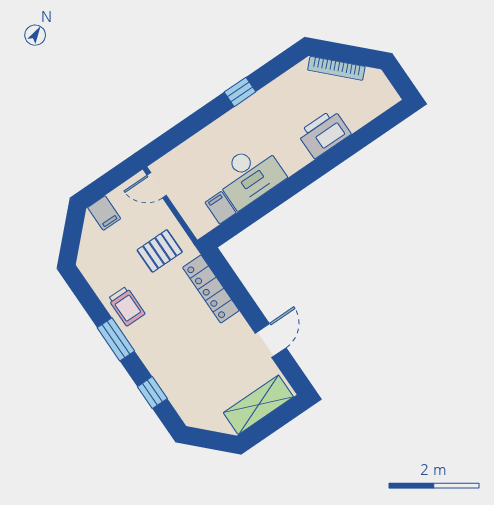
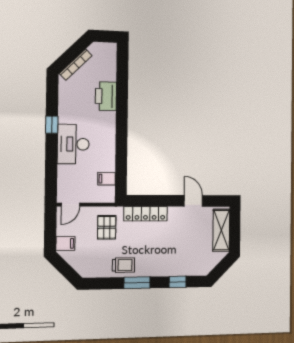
desk: (249, 175) -> (73, 144), moved, turned 180

